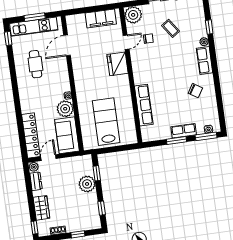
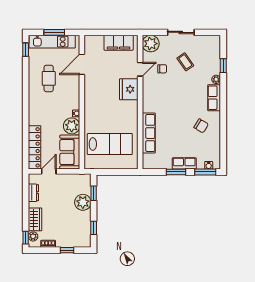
lab bench: (106, 122) -> (110, 144), turned 90
plant: (34, 167) -> (33, 236), moved

